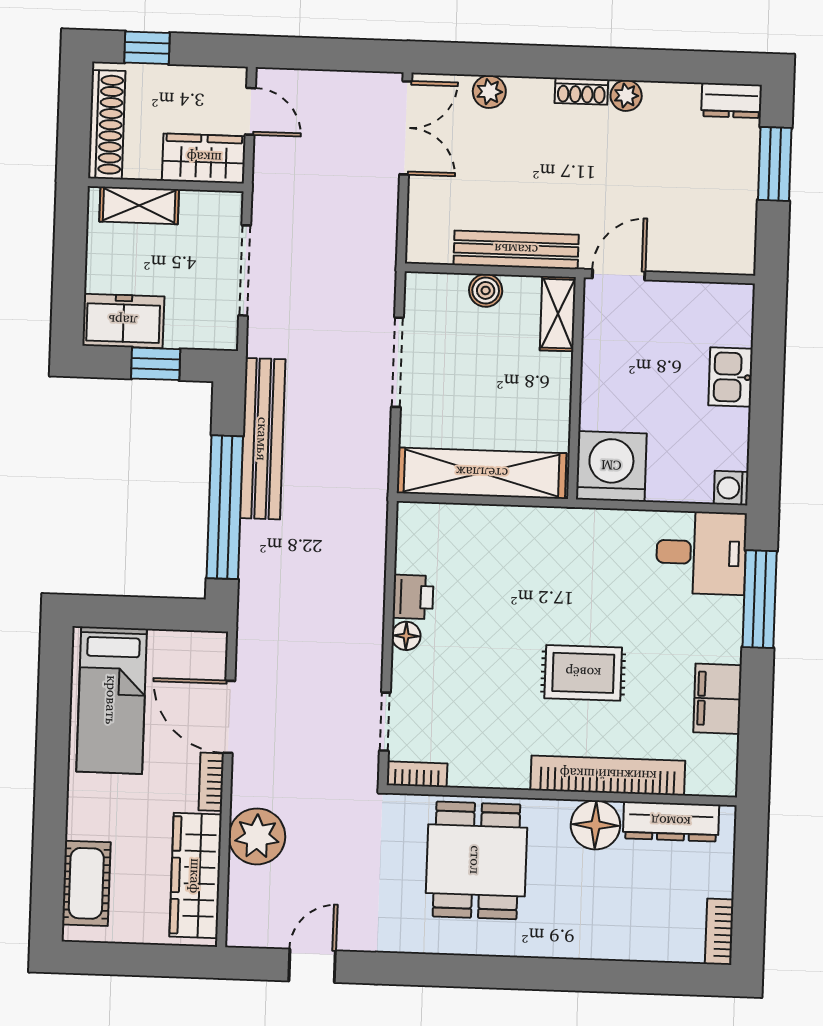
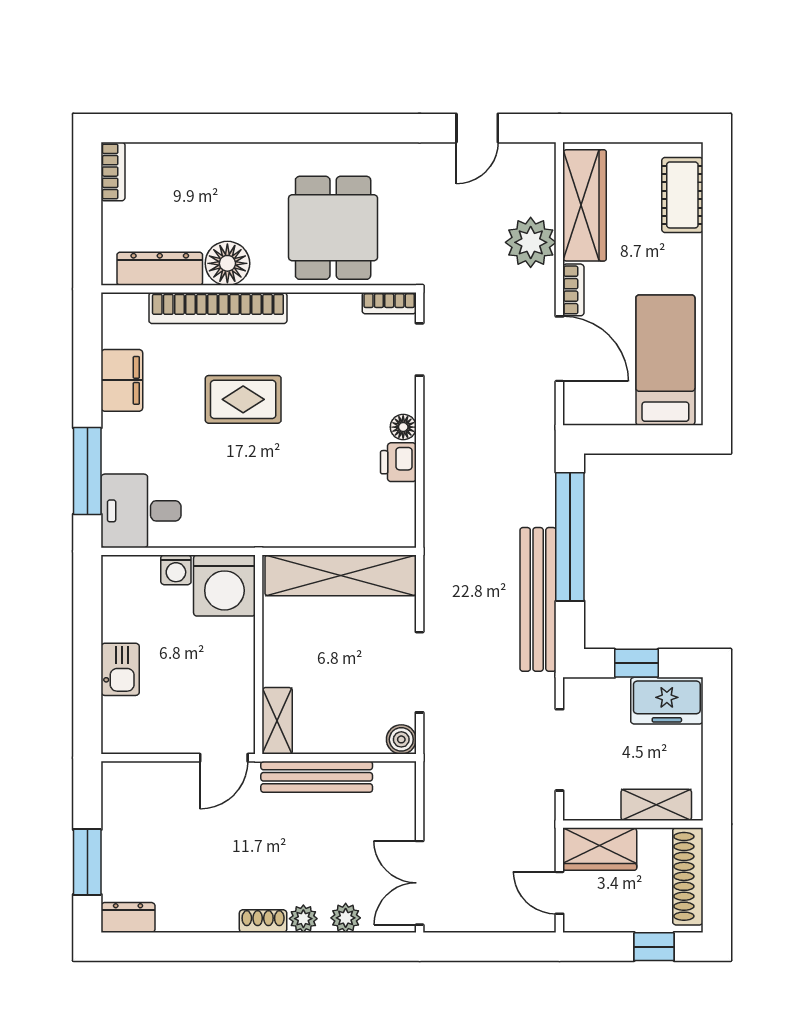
plant: (626, 96) -> (303, 919), moved
boiler: (486, 290) -> (401, 739), moved
washing machine: (731, 488) -> (176, 570), moved, turned 90

